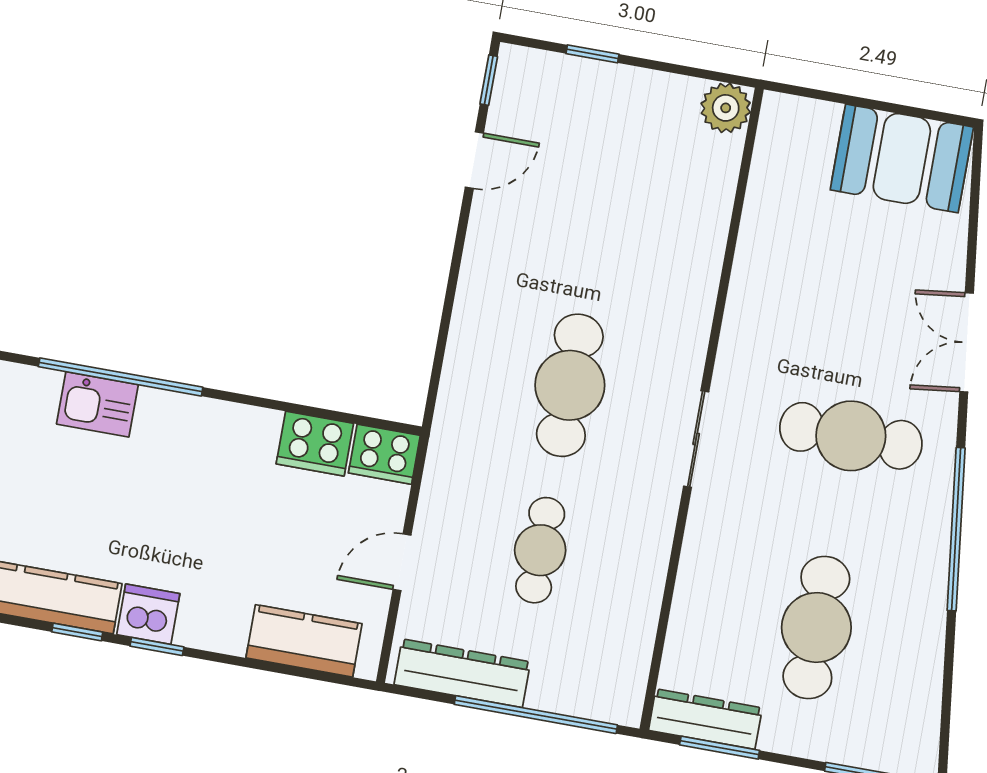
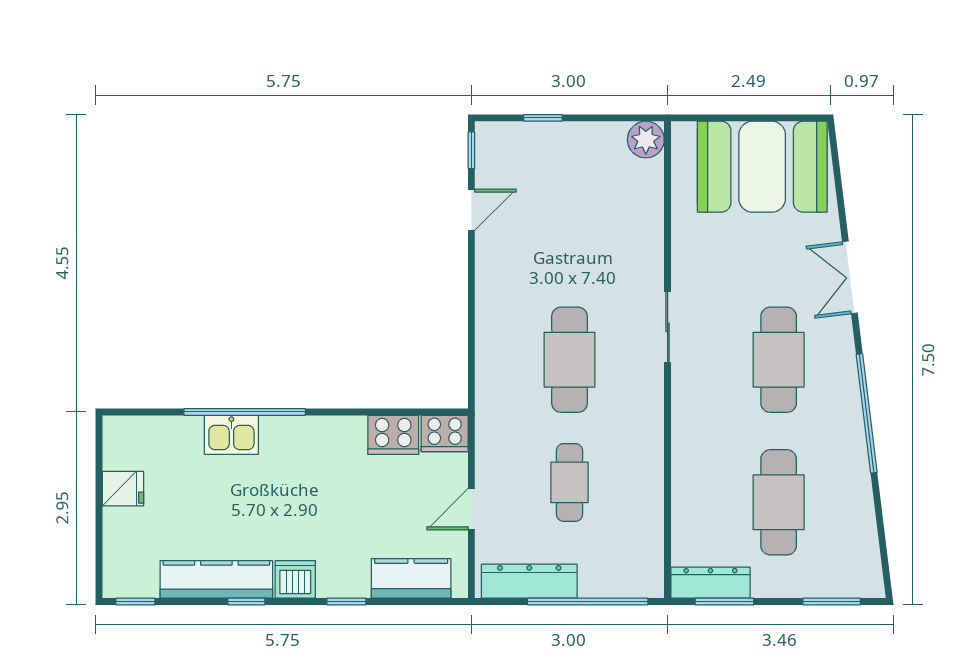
booth: (902, 158) -> (762, 167), width x1.36, depth x1.42
cafe table: (851, 436) -> (779, 360), turned 90
sliding door: (696, 439) -> (668, 327), moved
window: (157, 646) -> (346, 601), moved

